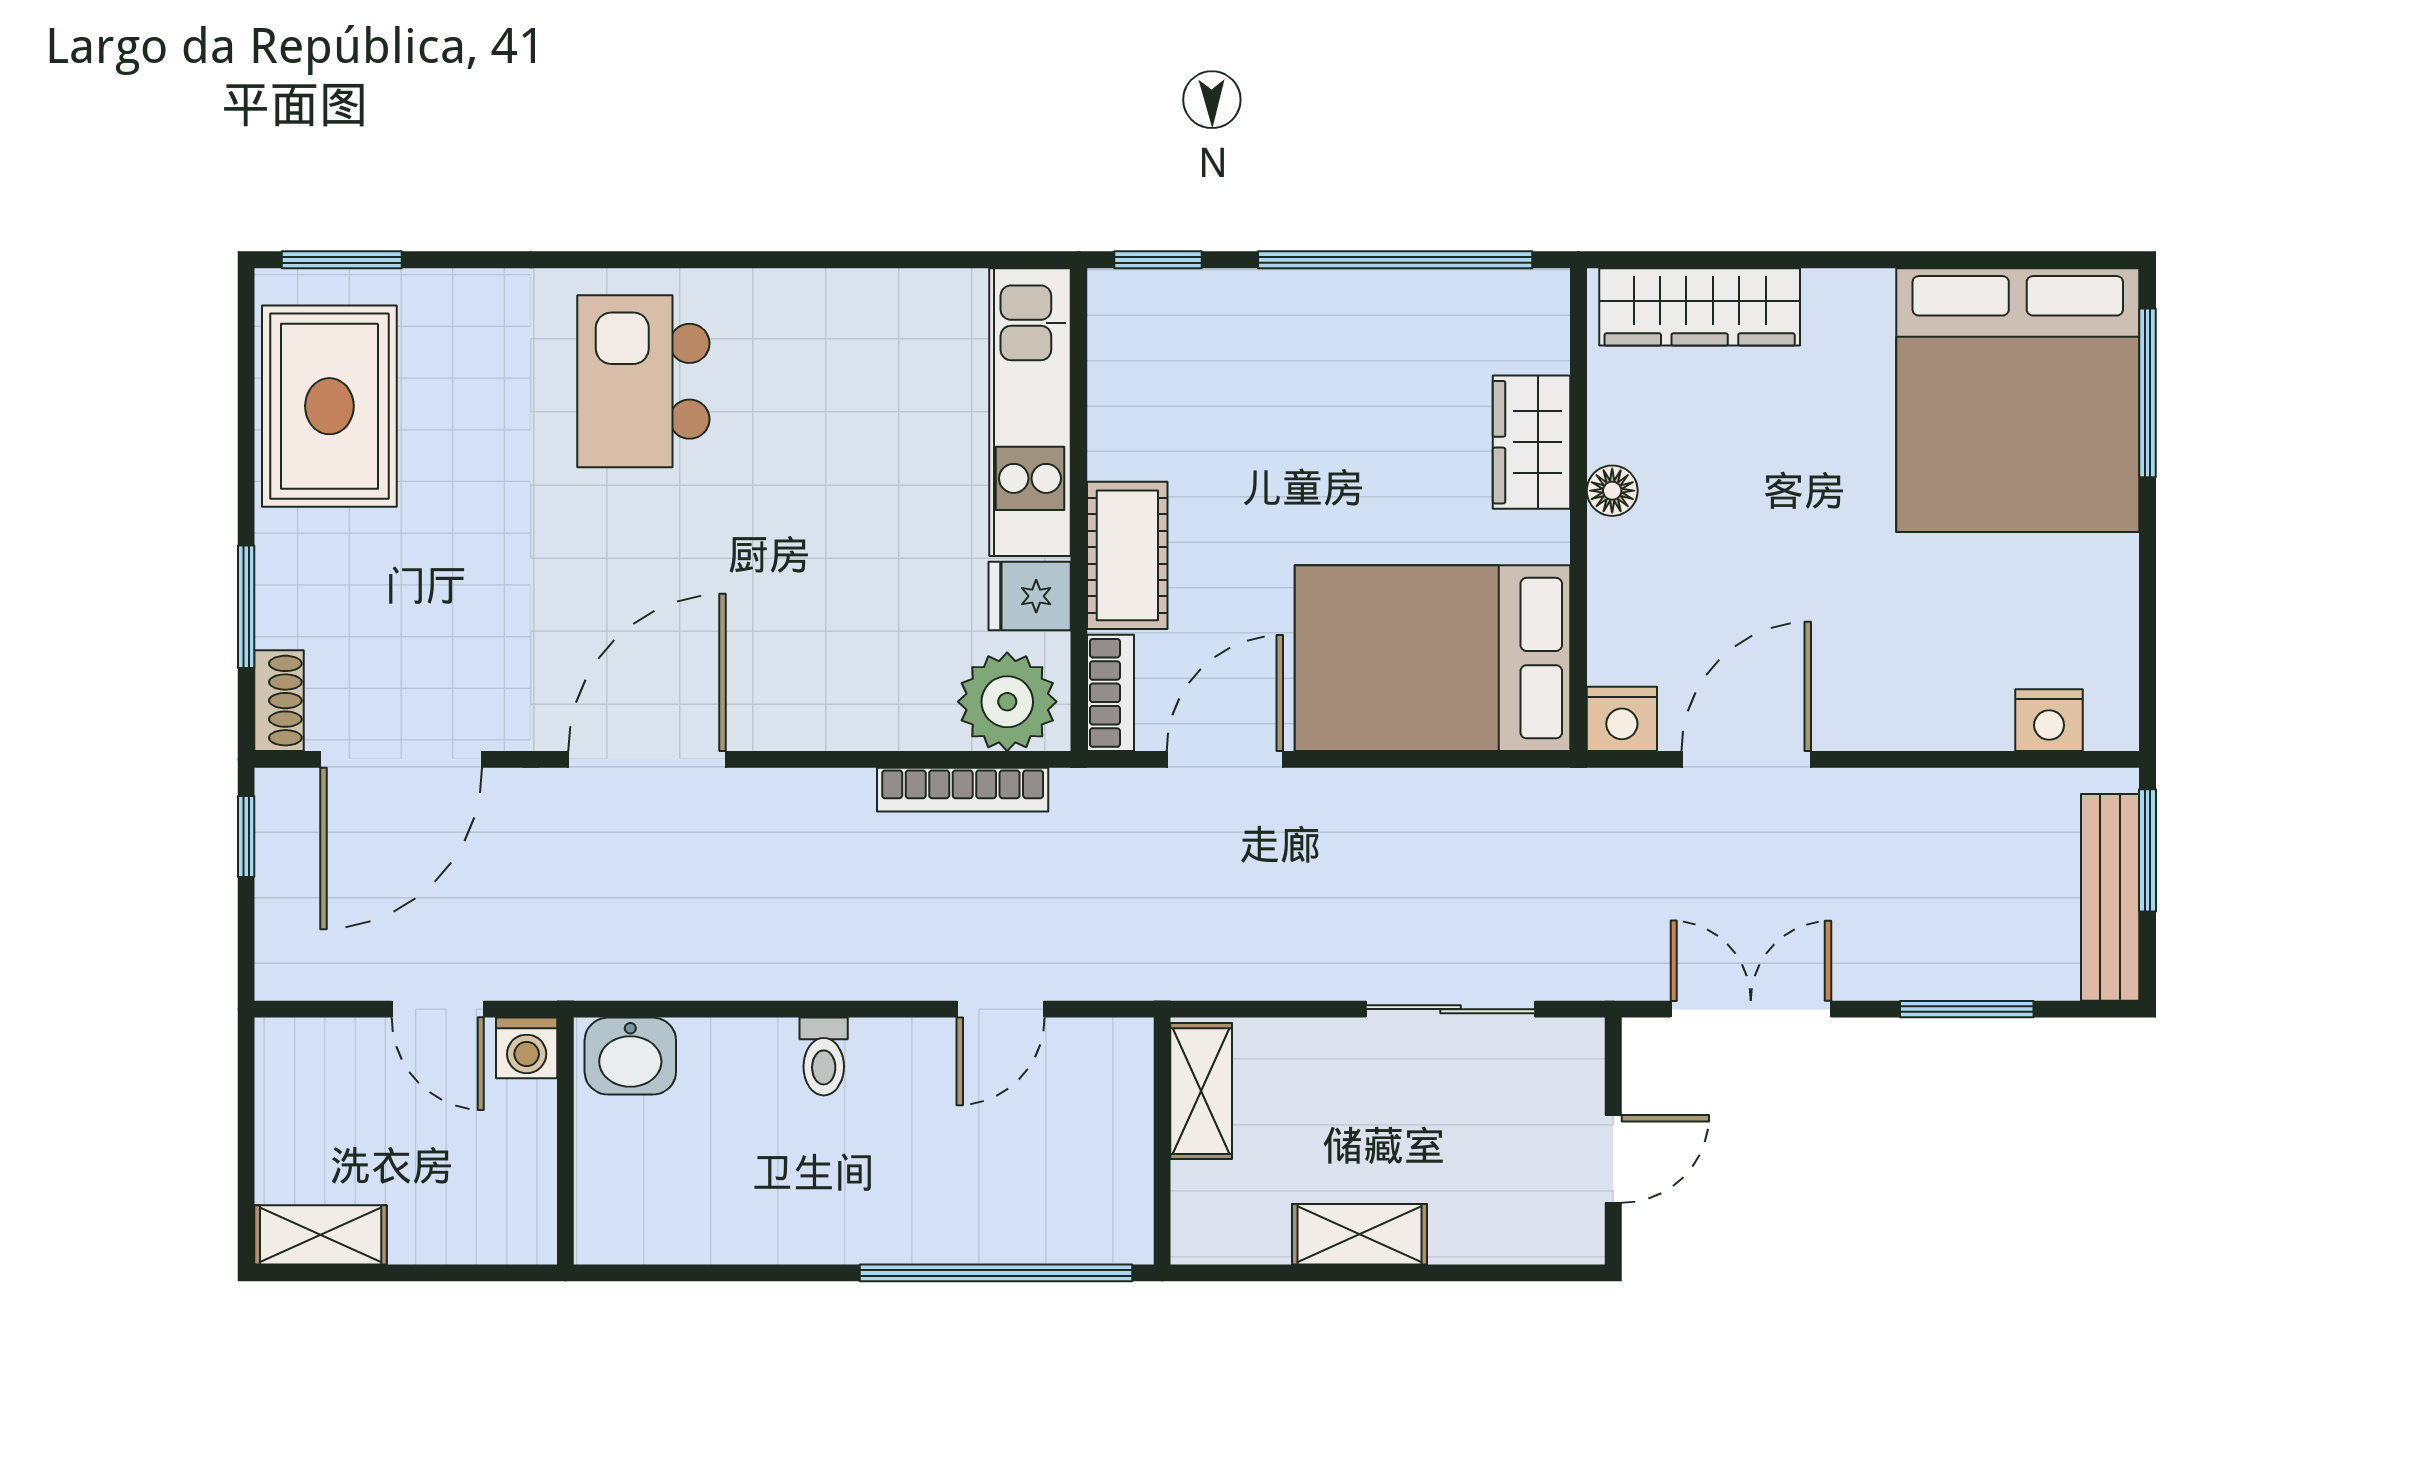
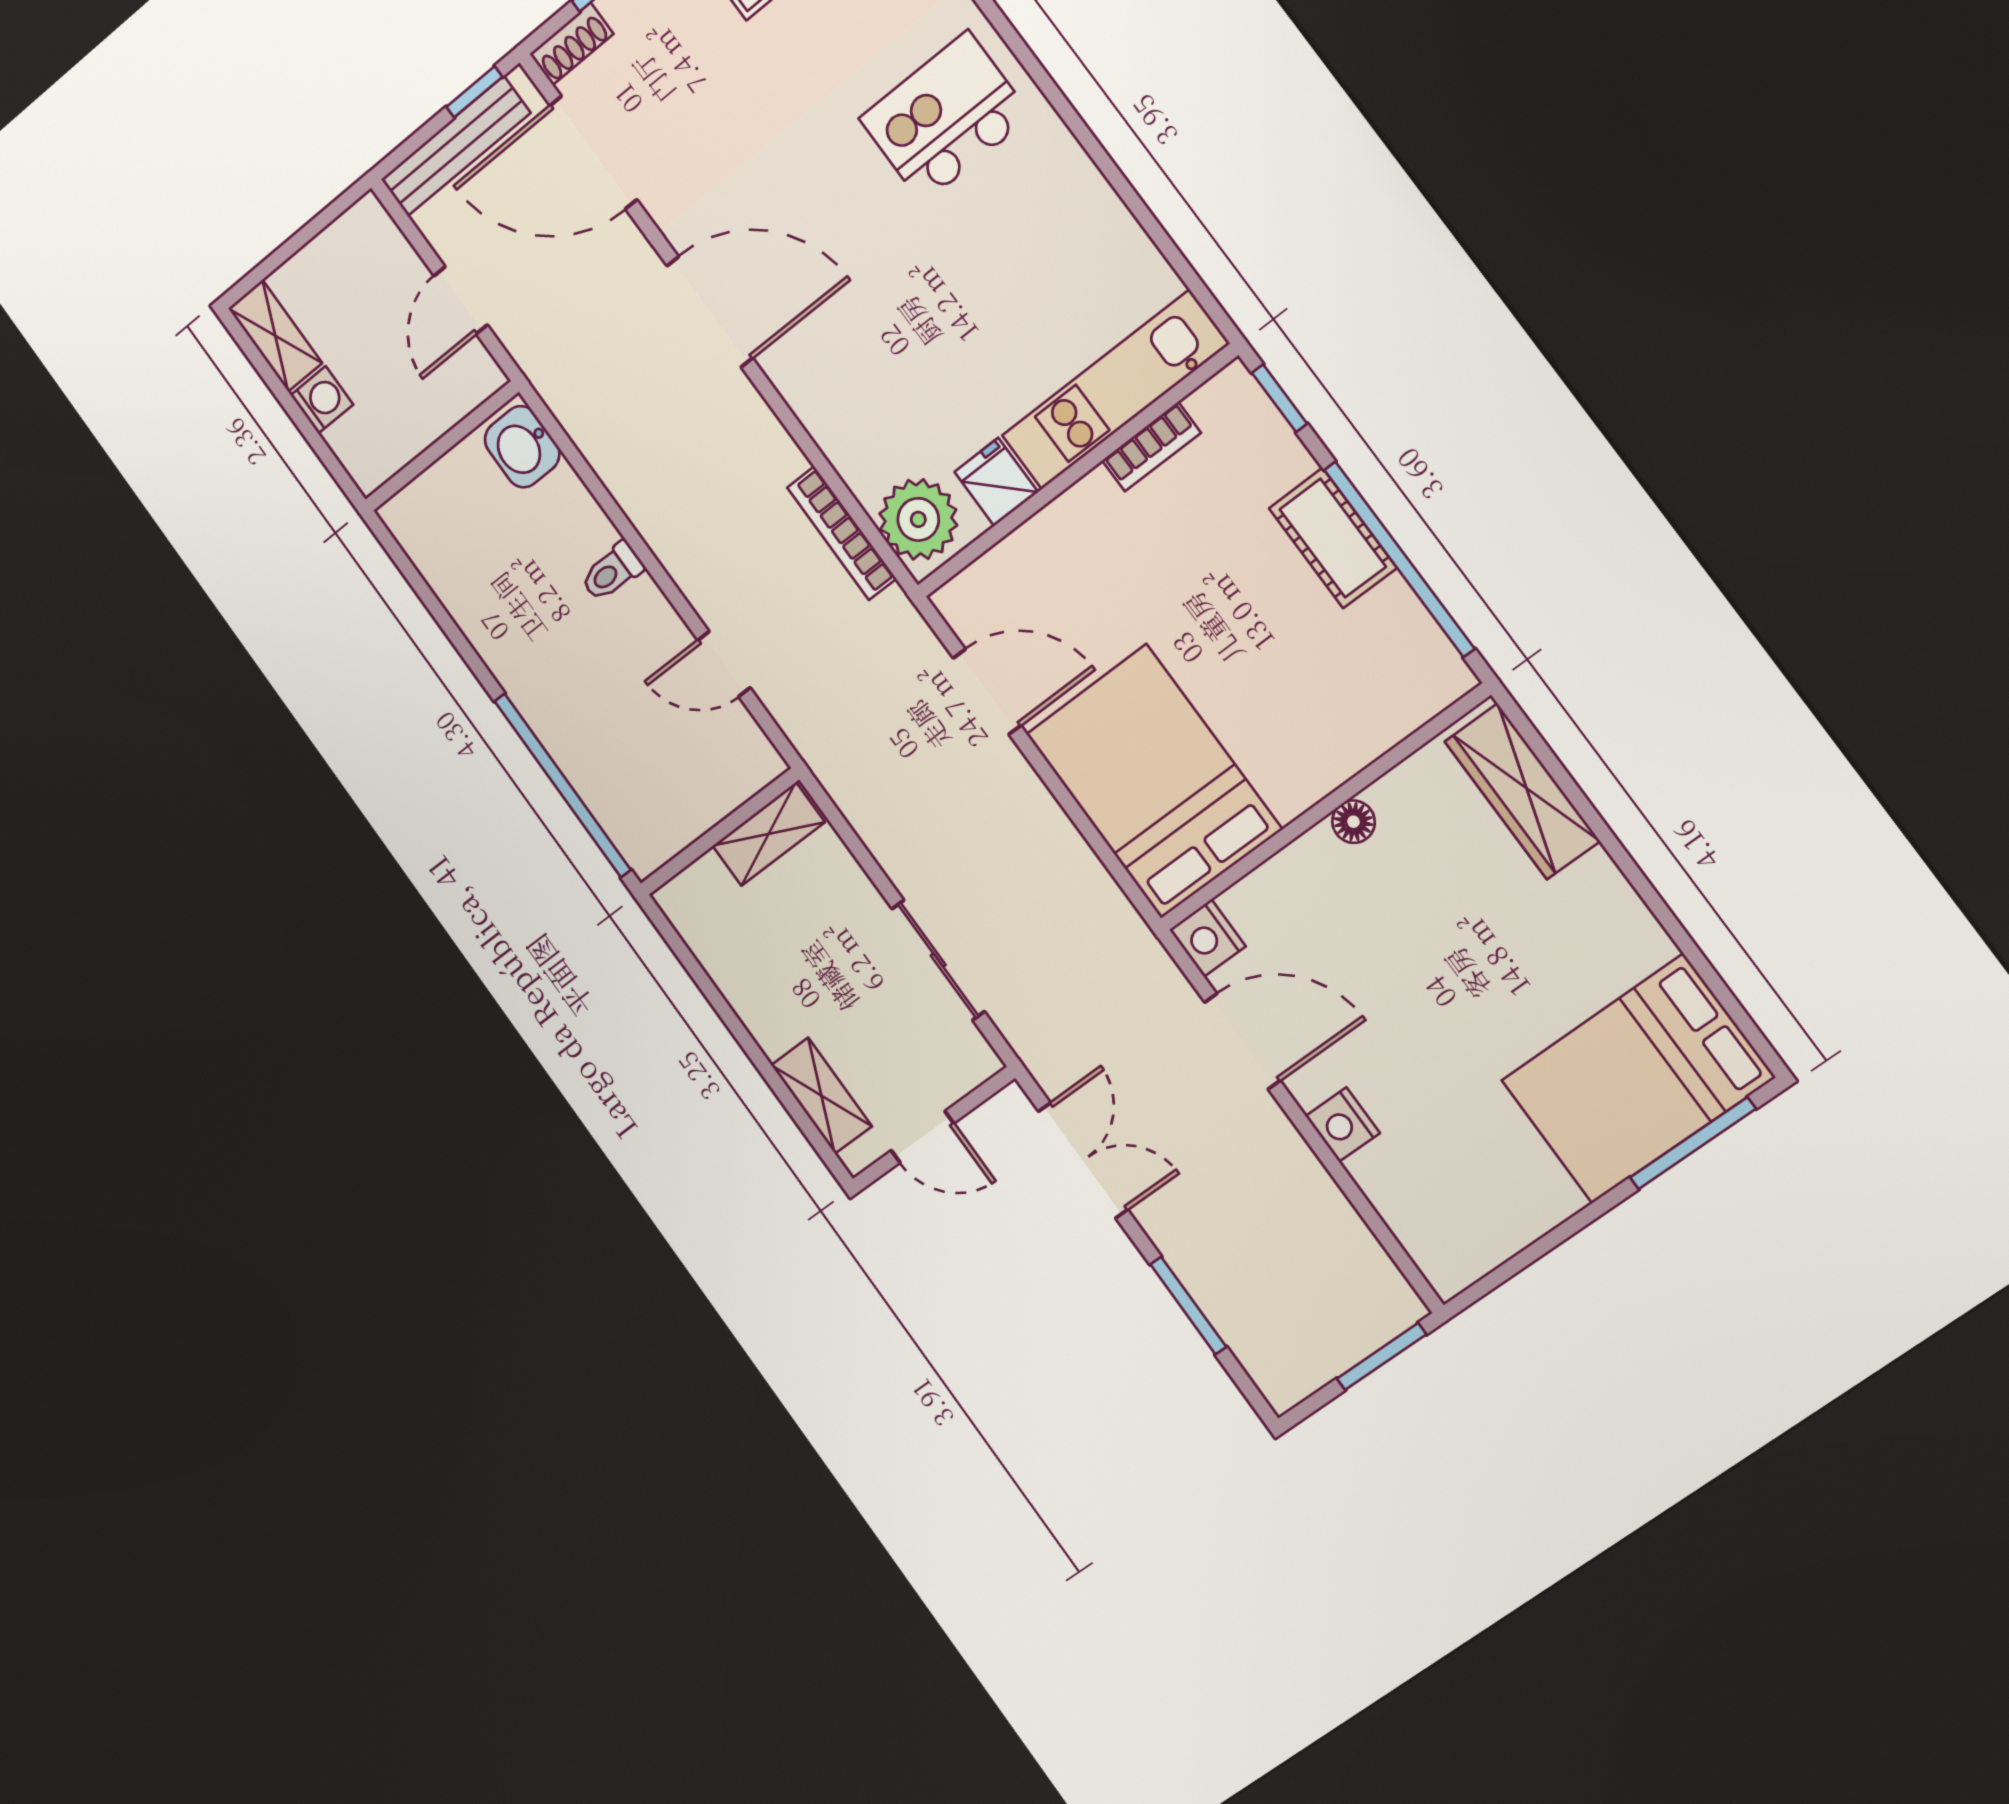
bed: (2018, 400) -> (1638, 1079), width x0.73
wardrobe: (1532, 442) -> (1345, 743), removed
cot: (1127, 555) -> (1333, 538), moved, turned 90
bookcase: (1110, 693) -> (1151, 447), moved
nightstand: (2049, 720) -> (1343, 1125), moved
bench: (2110, 897) -> (456, 146), moved
washing machine: (527, 1048) -> (322, 400), moved, turned 180
shelving: (1360, 1234) -> (821, 1096), moved

